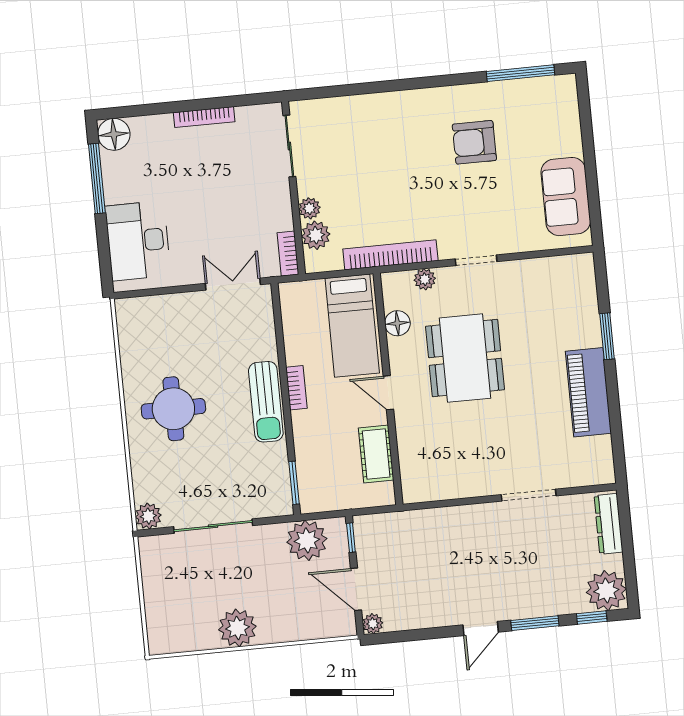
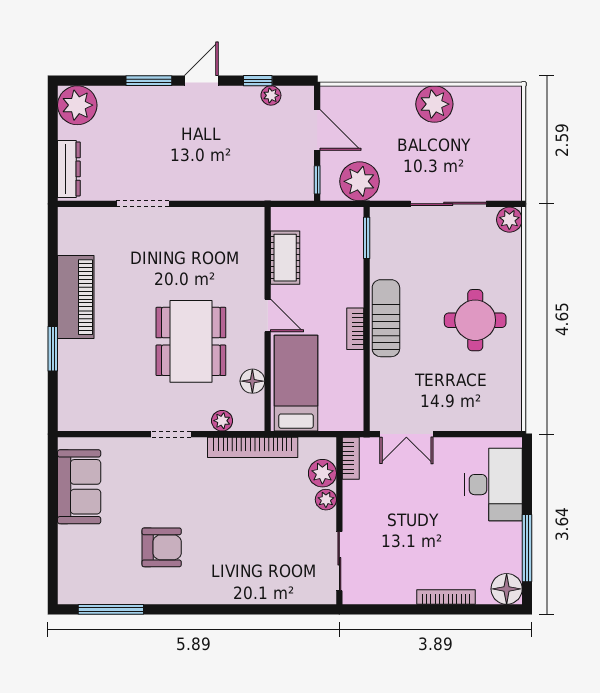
bookcase: (204, 117) -> (446, 597), moved
window: (592, 618) -> (258, 81), moved
plant: (373, 624) -> (271, 95), moved

